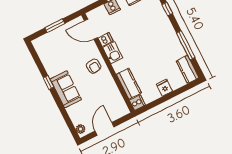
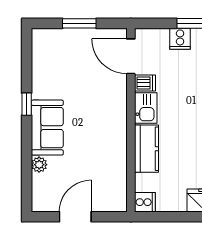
armchair: (94, 66) -> (107, 114), removed
kitchen counter: (129, 84) -> (146, 149), moved
plant: (81, 129) -> (39, 165), moved

